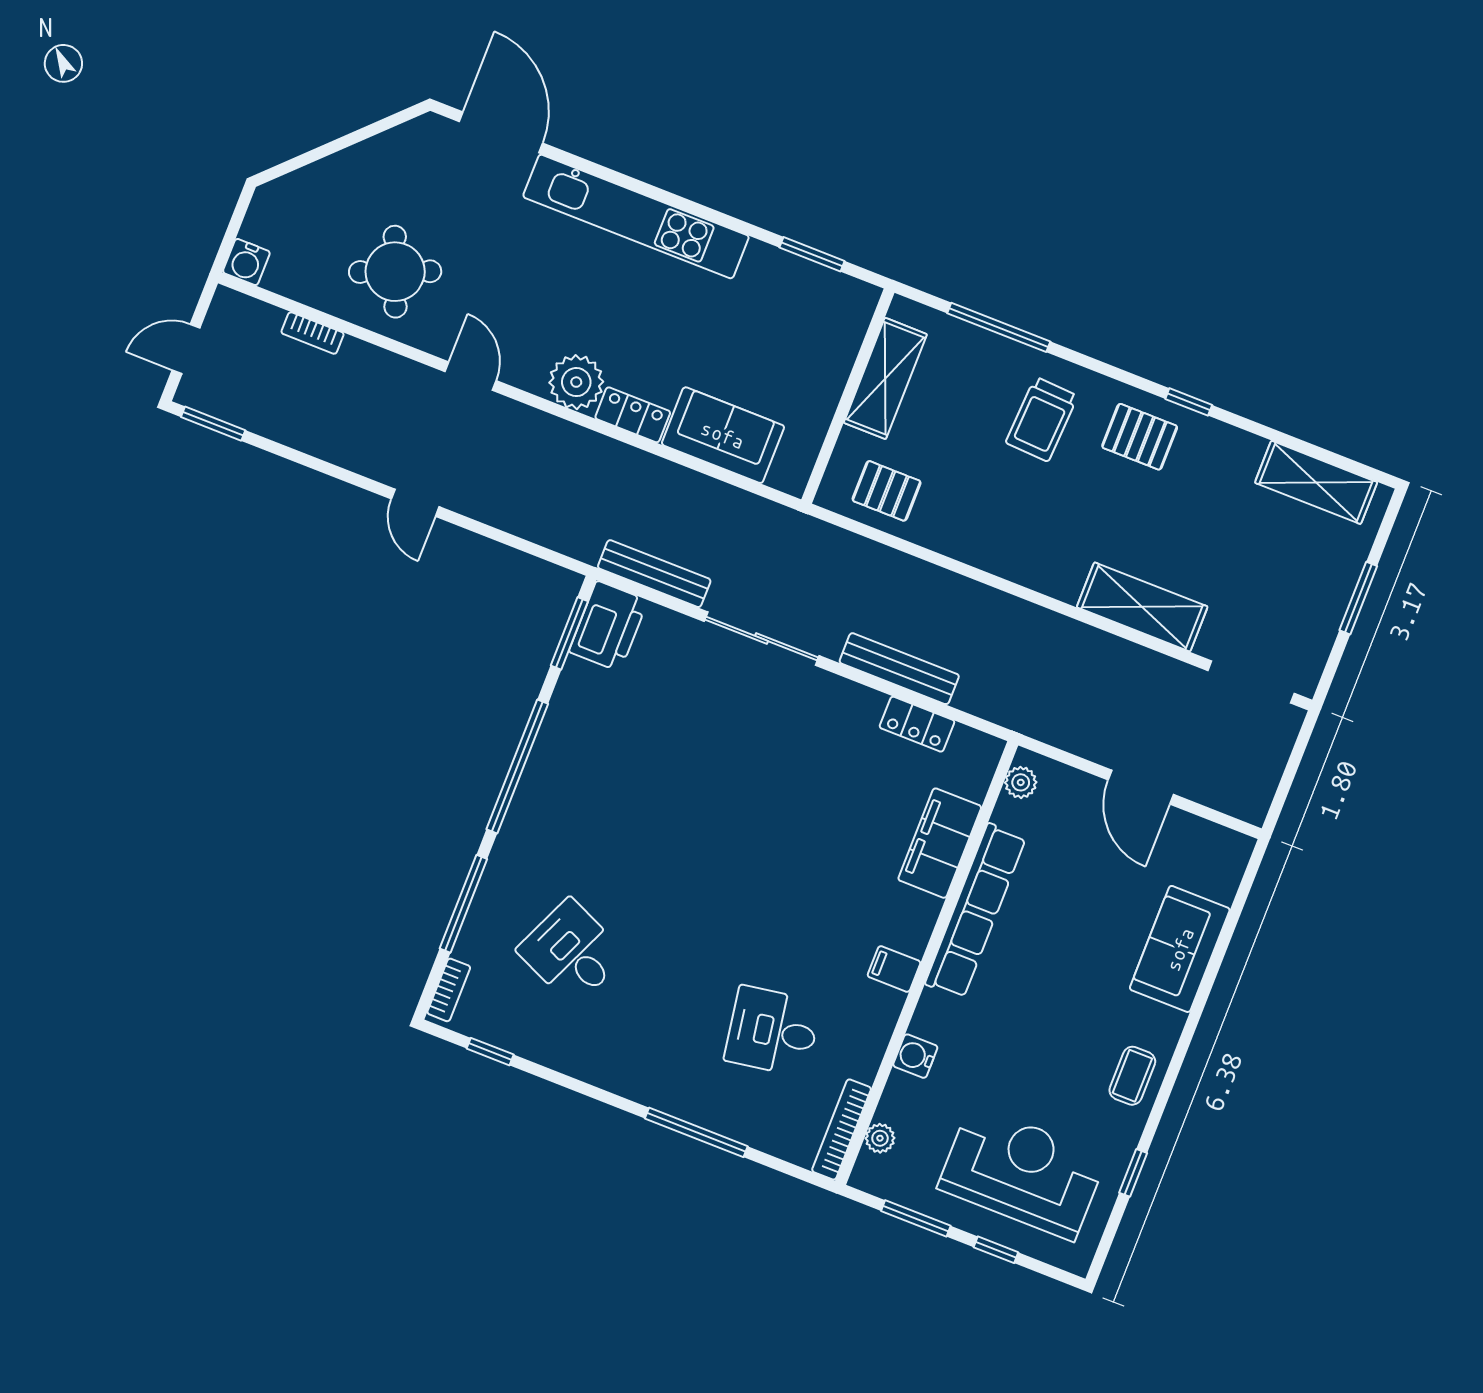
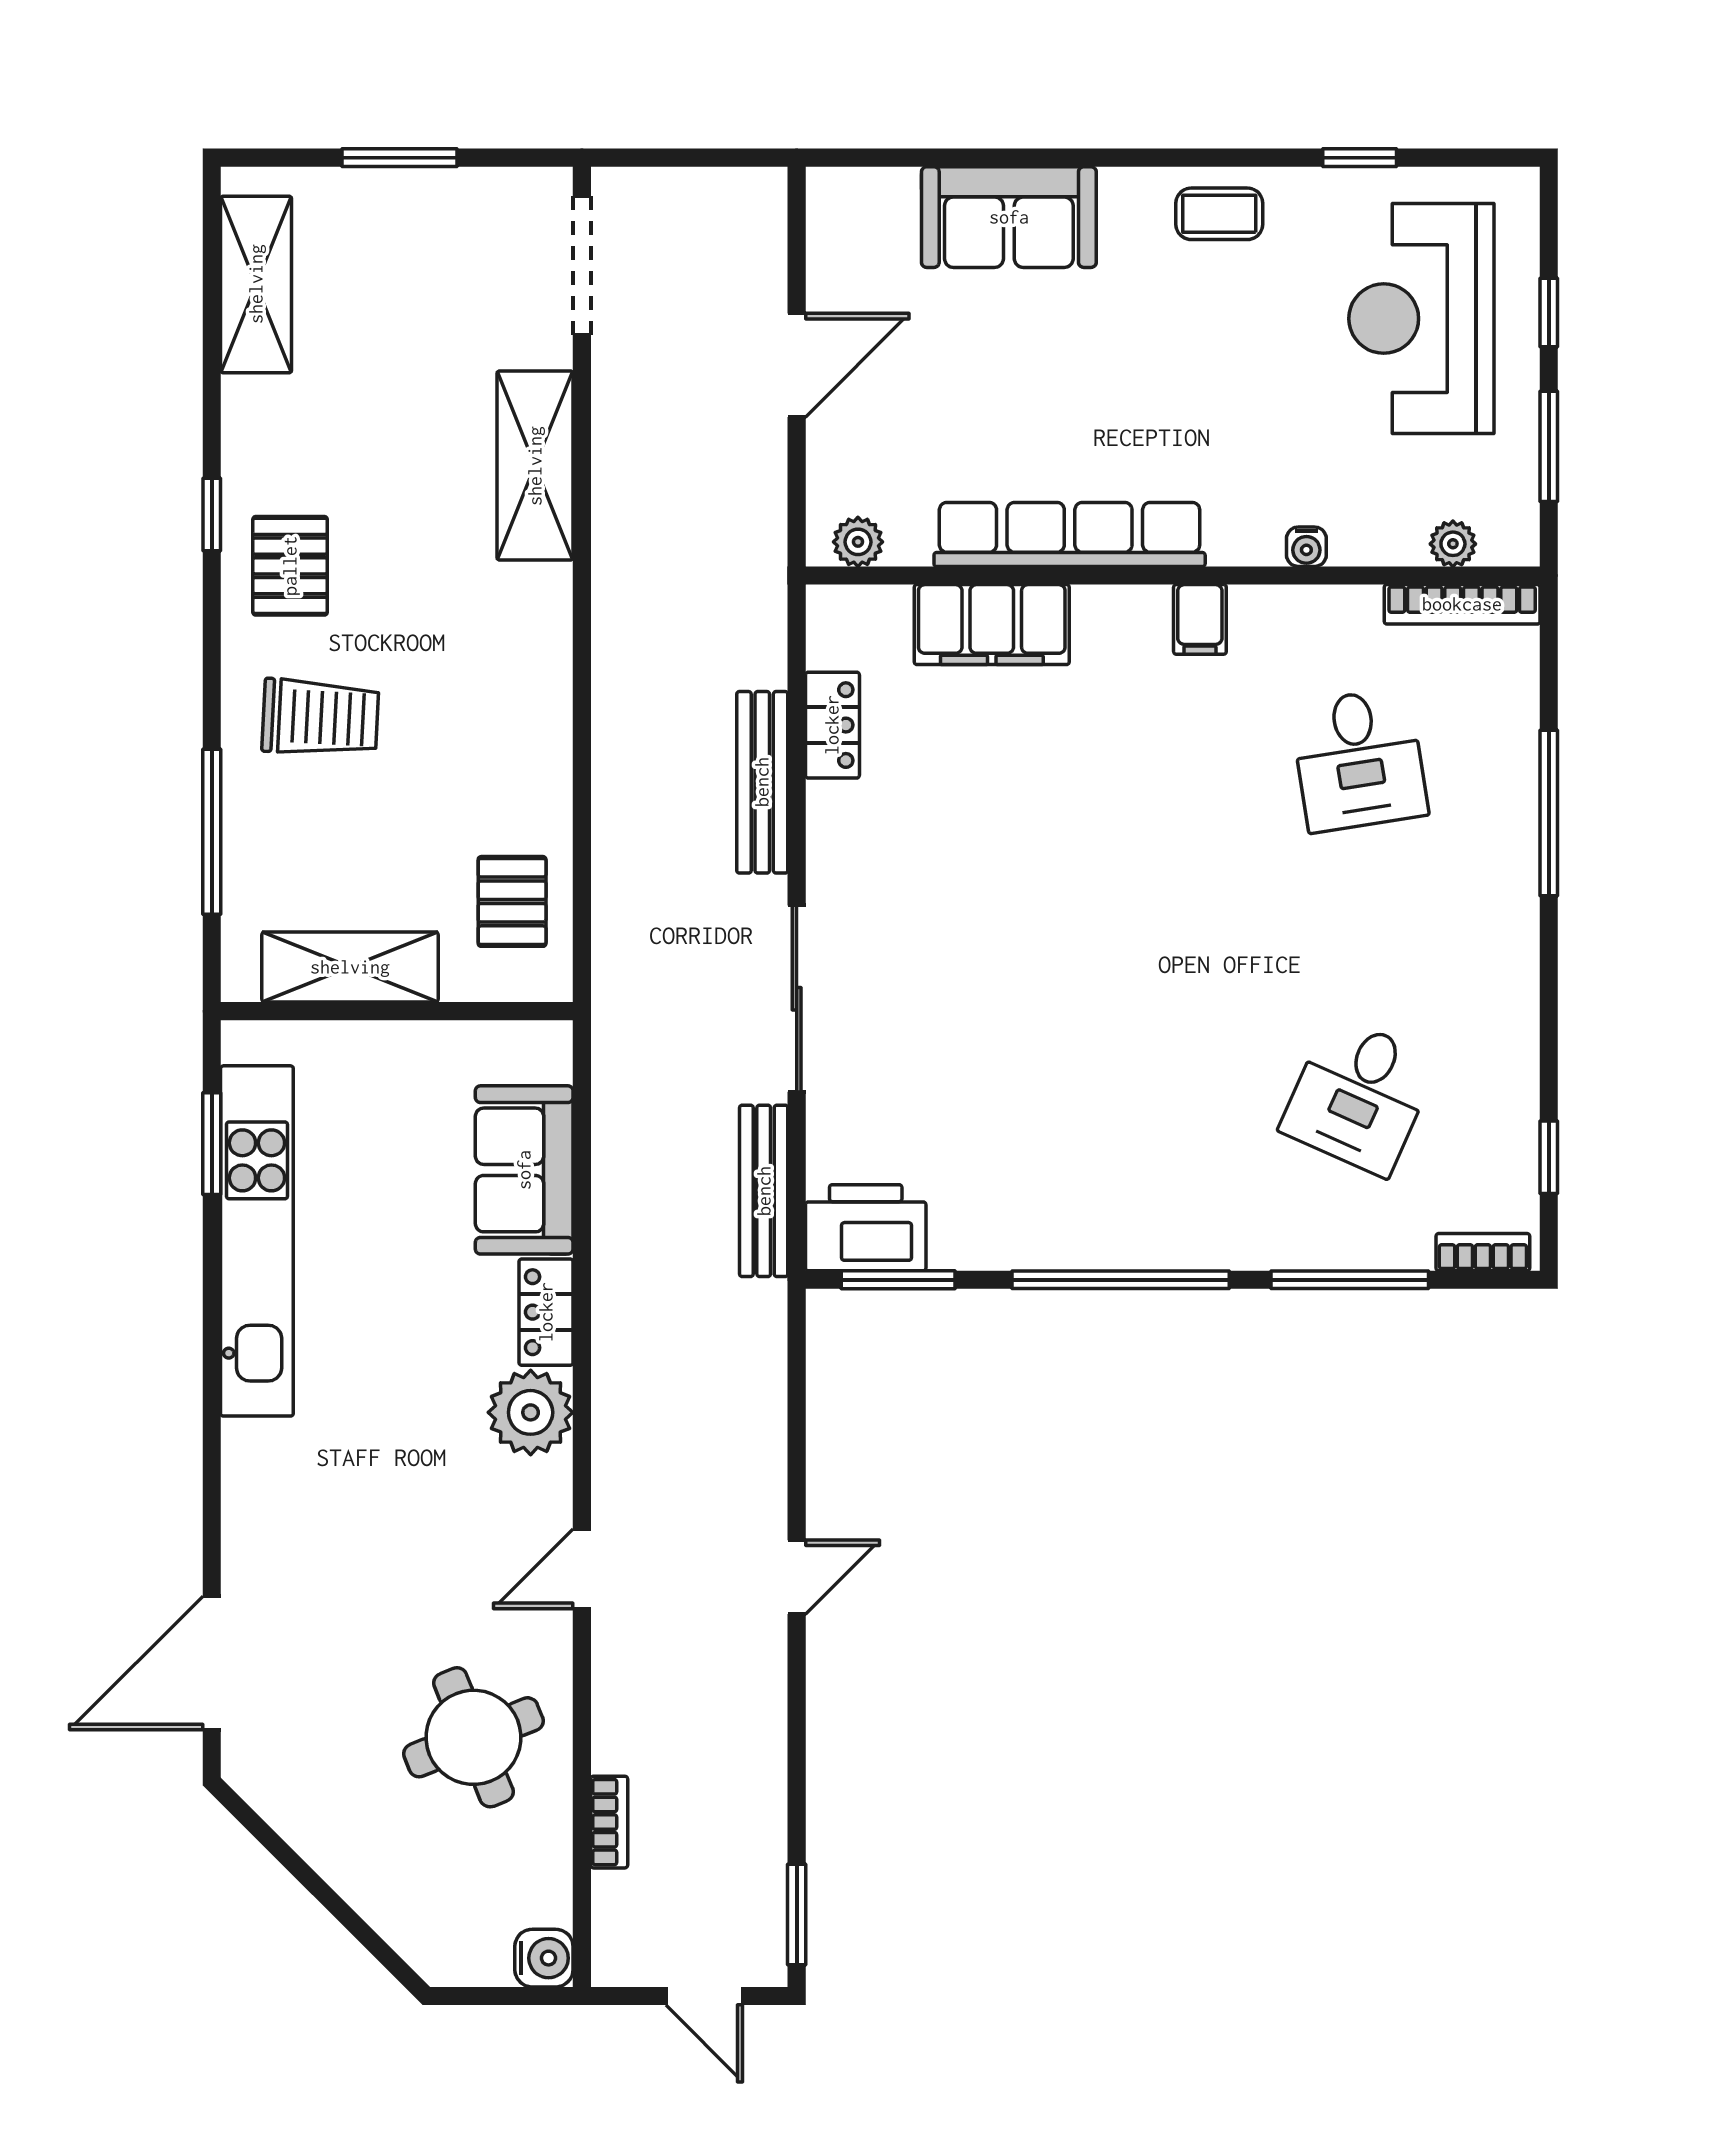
kitchen unit: (636, 216) -> (257, 1241), moved
water cooler: (915, 1056) -> (1306, 547), width x0.72, depth x0.72

